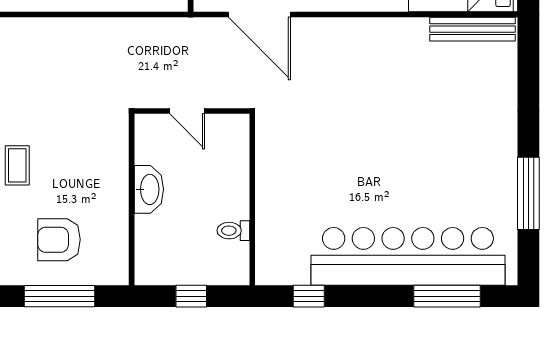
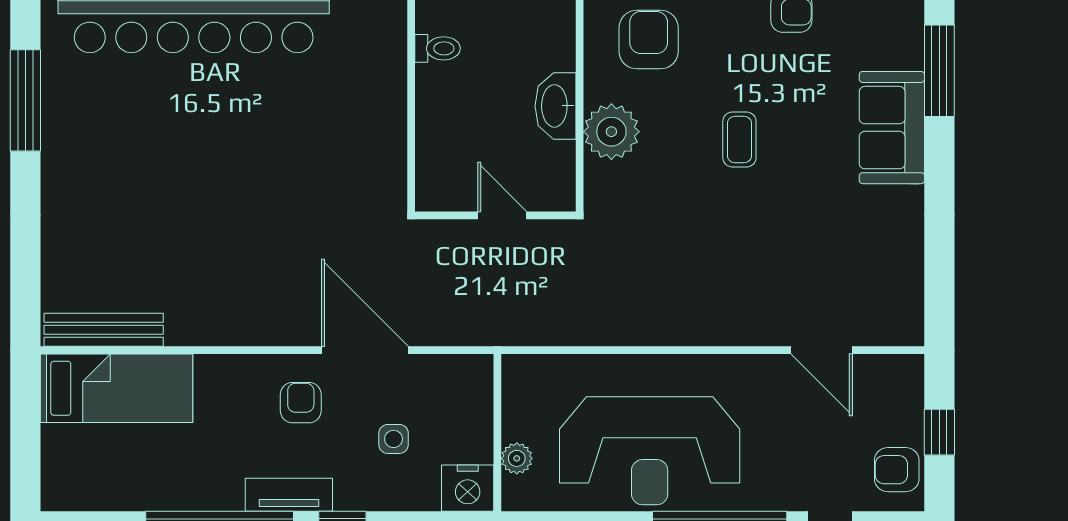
door: (259, 15) -> (365, 350), moved
plant: (109, 171) -> (611, 132), added
armchair: (59, 240) -> (649, 40), moved, turned -90

